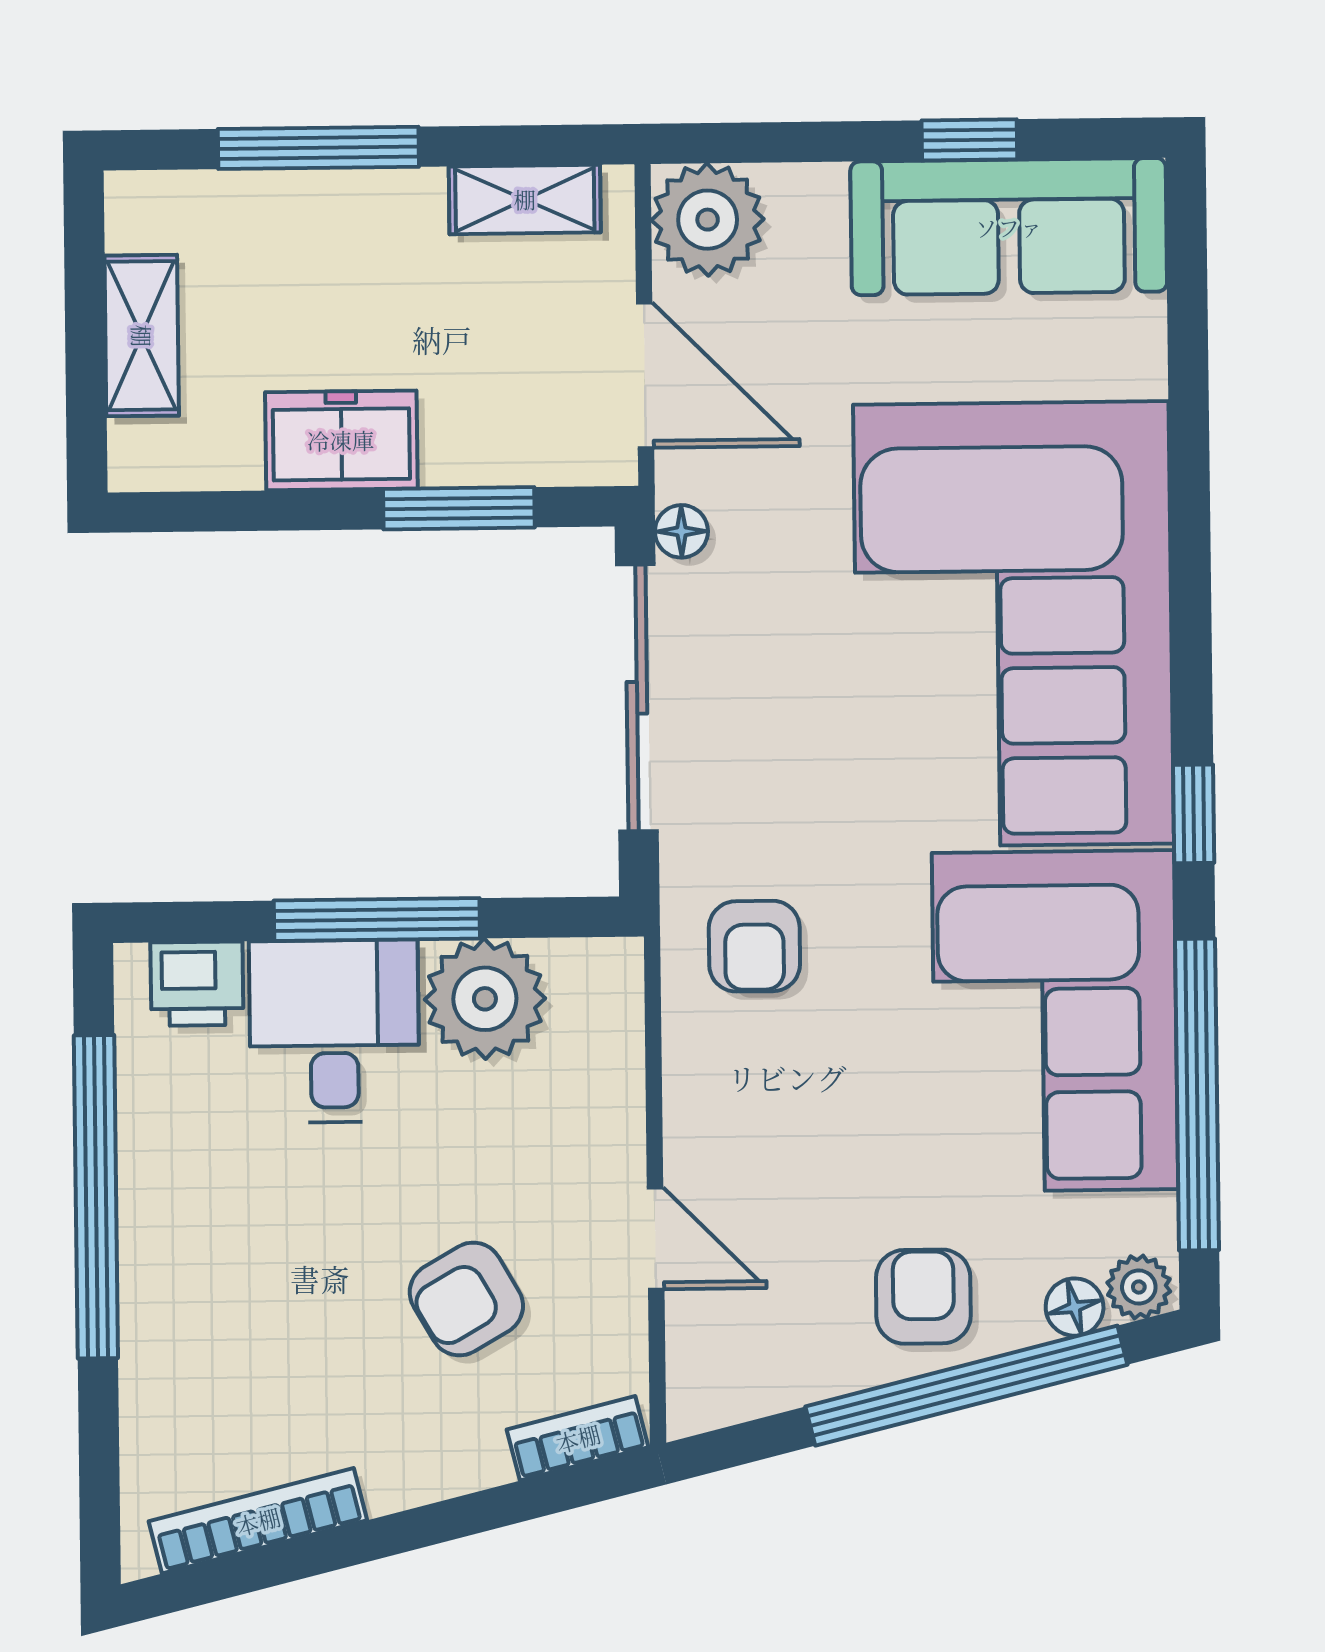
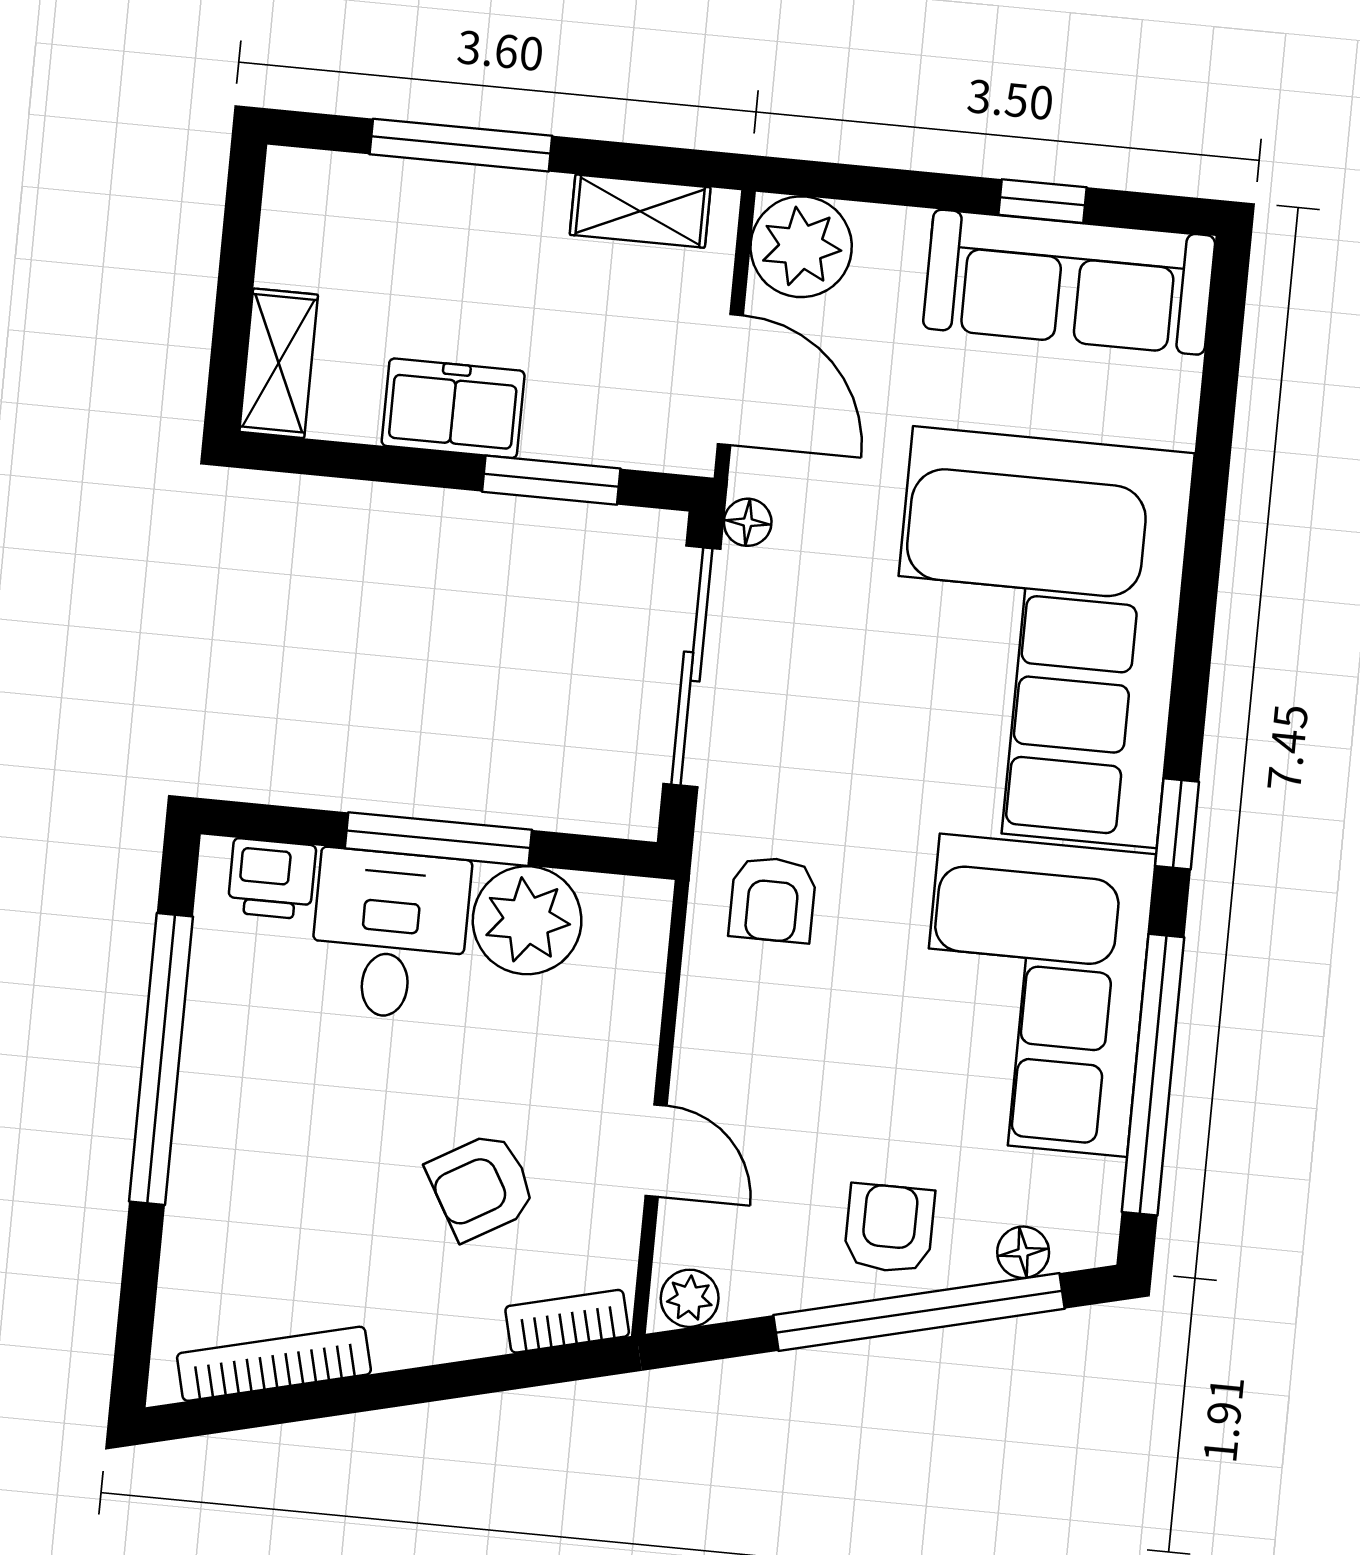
shelving: (142, 336) -> (279, 363), moved
plant: (1139, 1287) -> (690, 1298), moved

